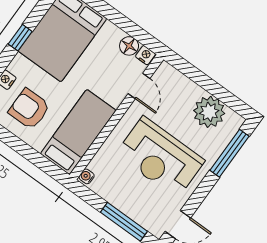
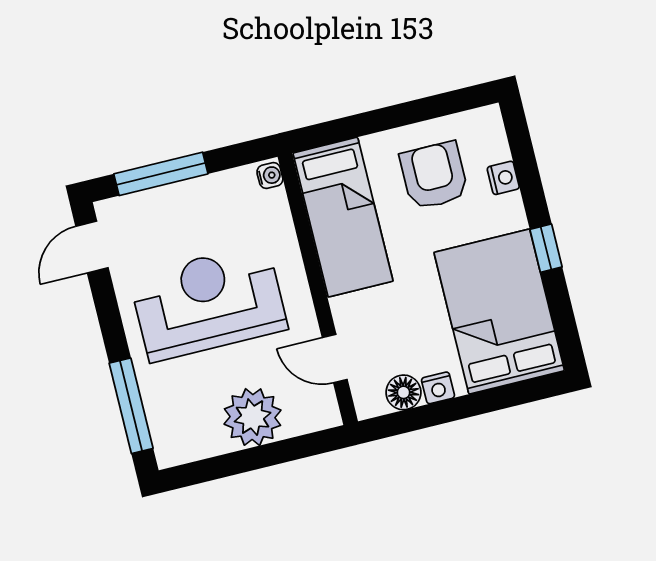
nightstand: (145, 55) -> (438, 388), moved
armchair: (29, 109) -> (434, 175), turned -90
plant: (209, 112) -> (253, 417), moved

